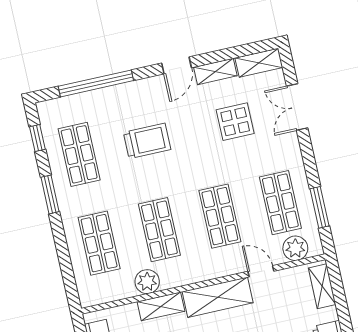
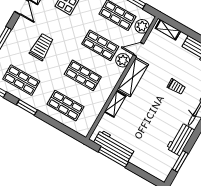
plant: (147, 282) -> (123, 60), moved

